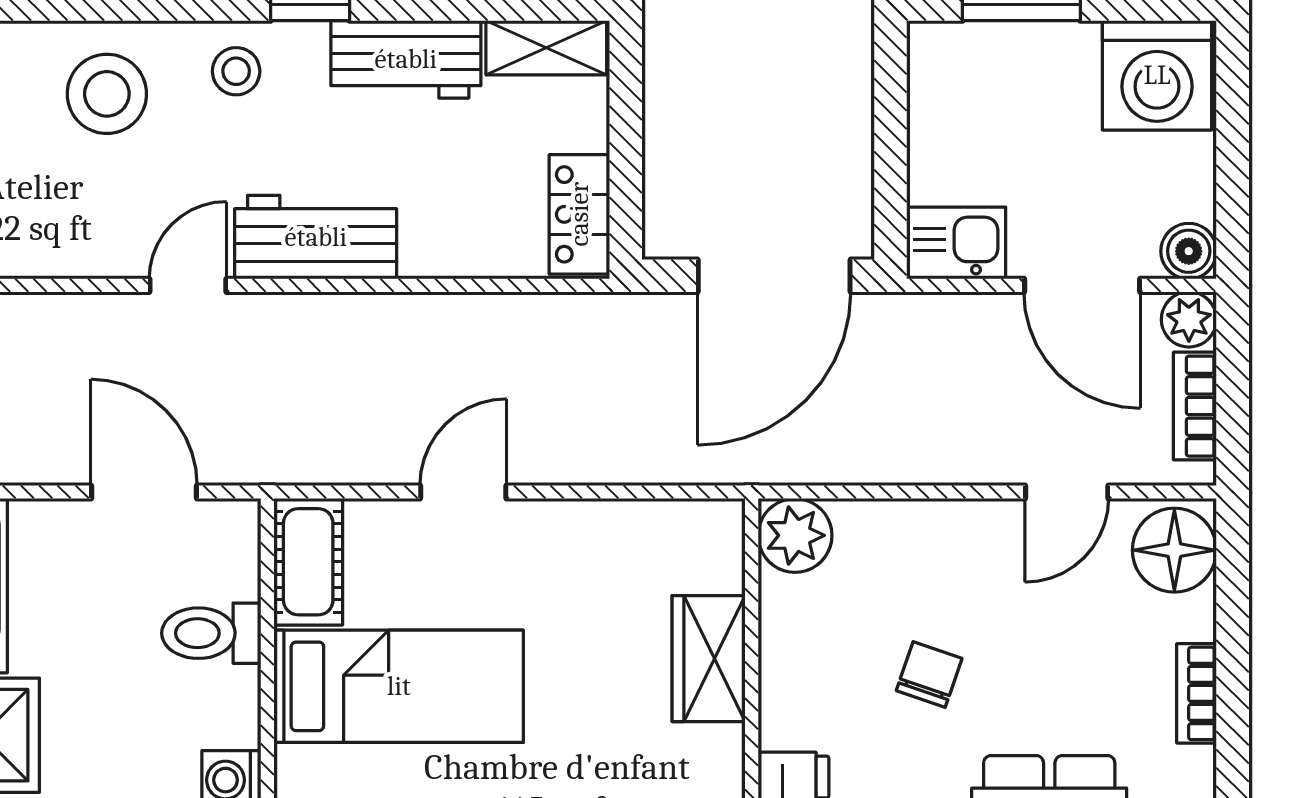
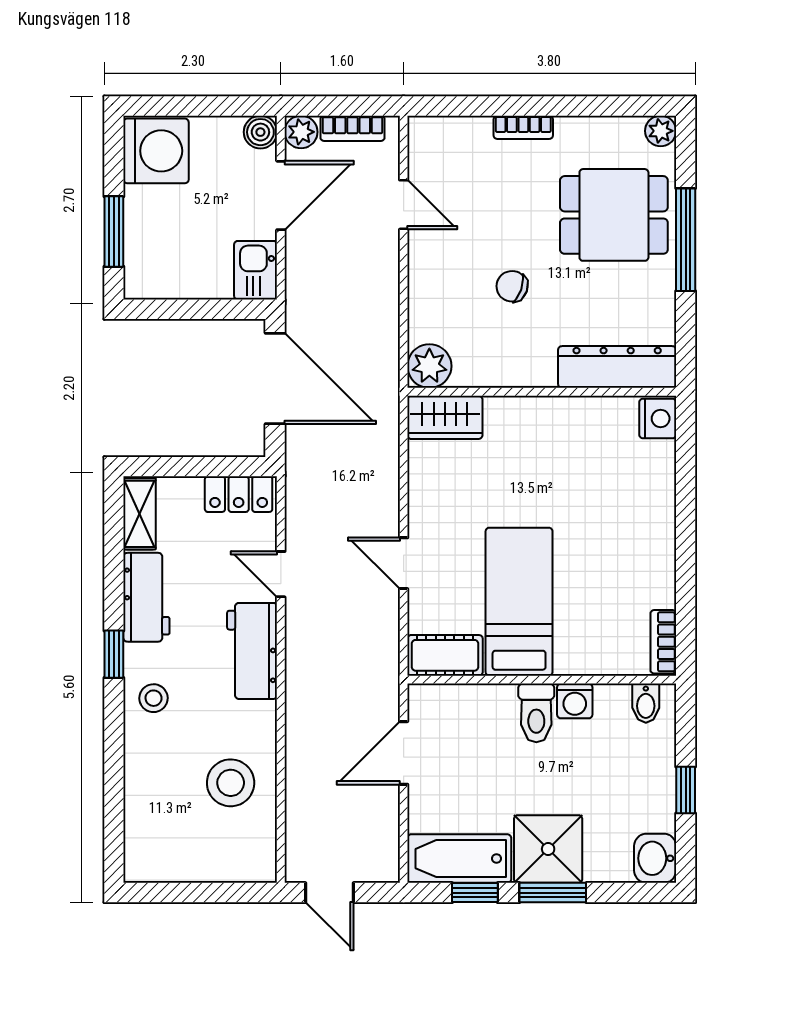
stool: (107, 94) -> (231, 783), moved
door: (188, 285) -> (281, 574), moved
floor lamp: (1174, 550) -> (438, 141), removed
toilet: (211, 633) -> (536, 713), moved
wardrobe: (709, 659) -> (445, 417), moved

